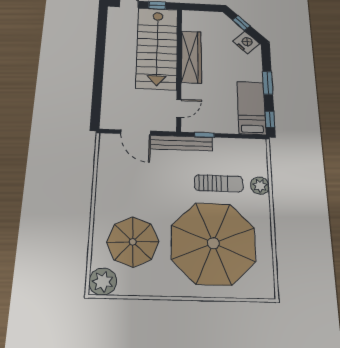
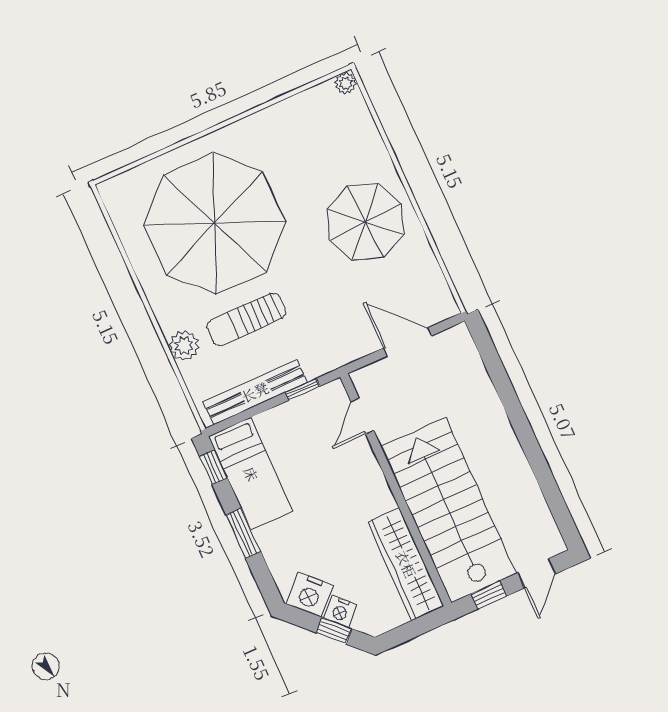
nightstand: (234, 29) -> (340, 611), added
wardrobe: (191, 57) -> (406, 564), moved
bench: (181, 143) -> (255, 392), moved
parasol: (133, 242) -> (365, 222), moved
plant: (103, 282) -> (346, 83), width x0.53, depth x0.53

